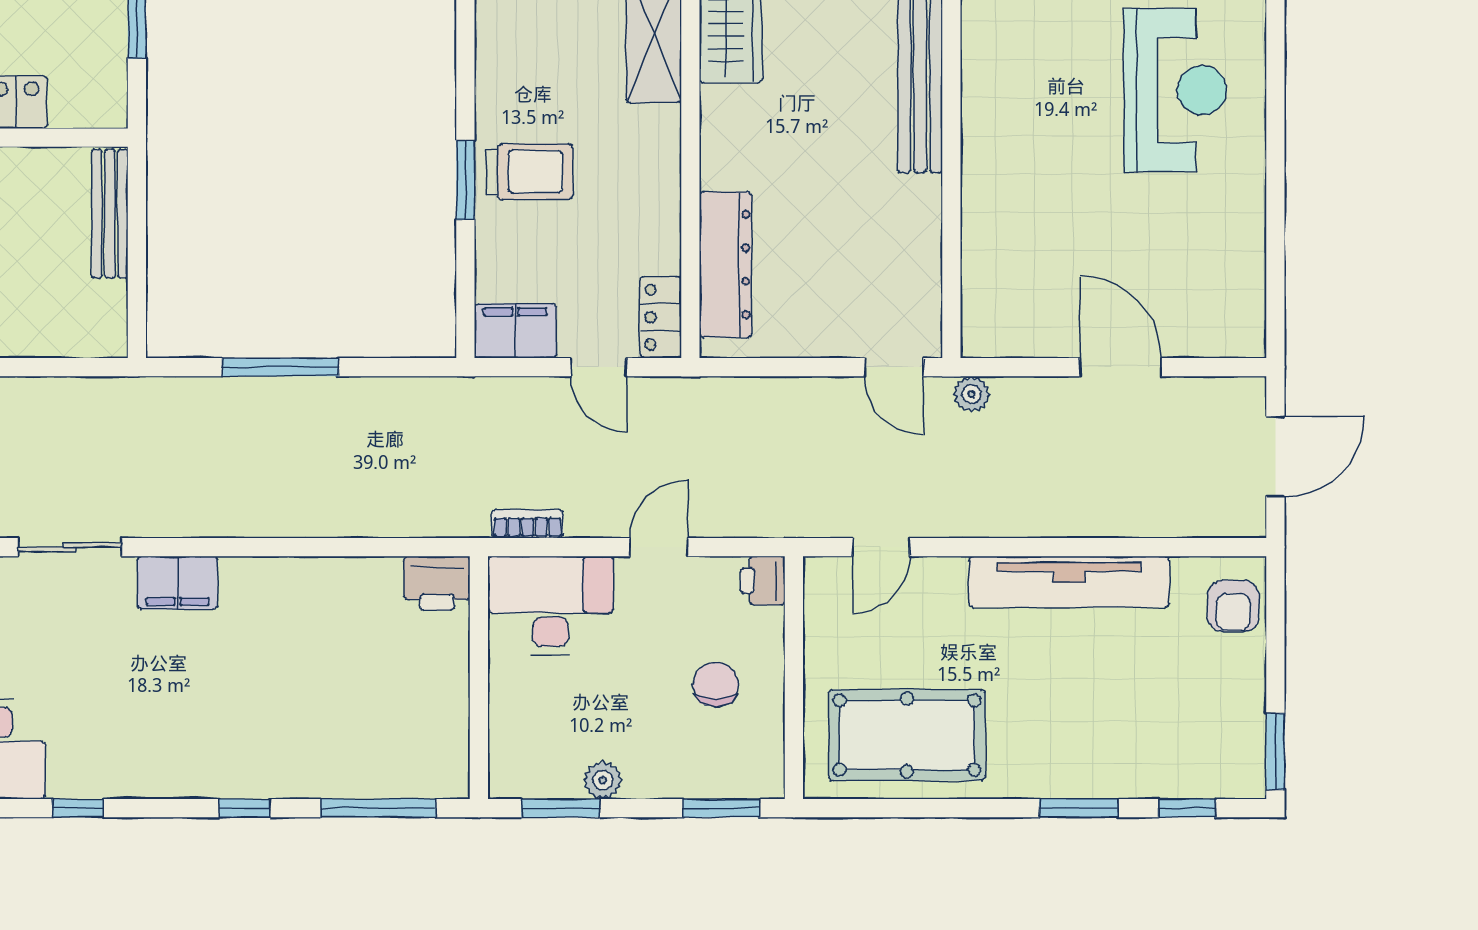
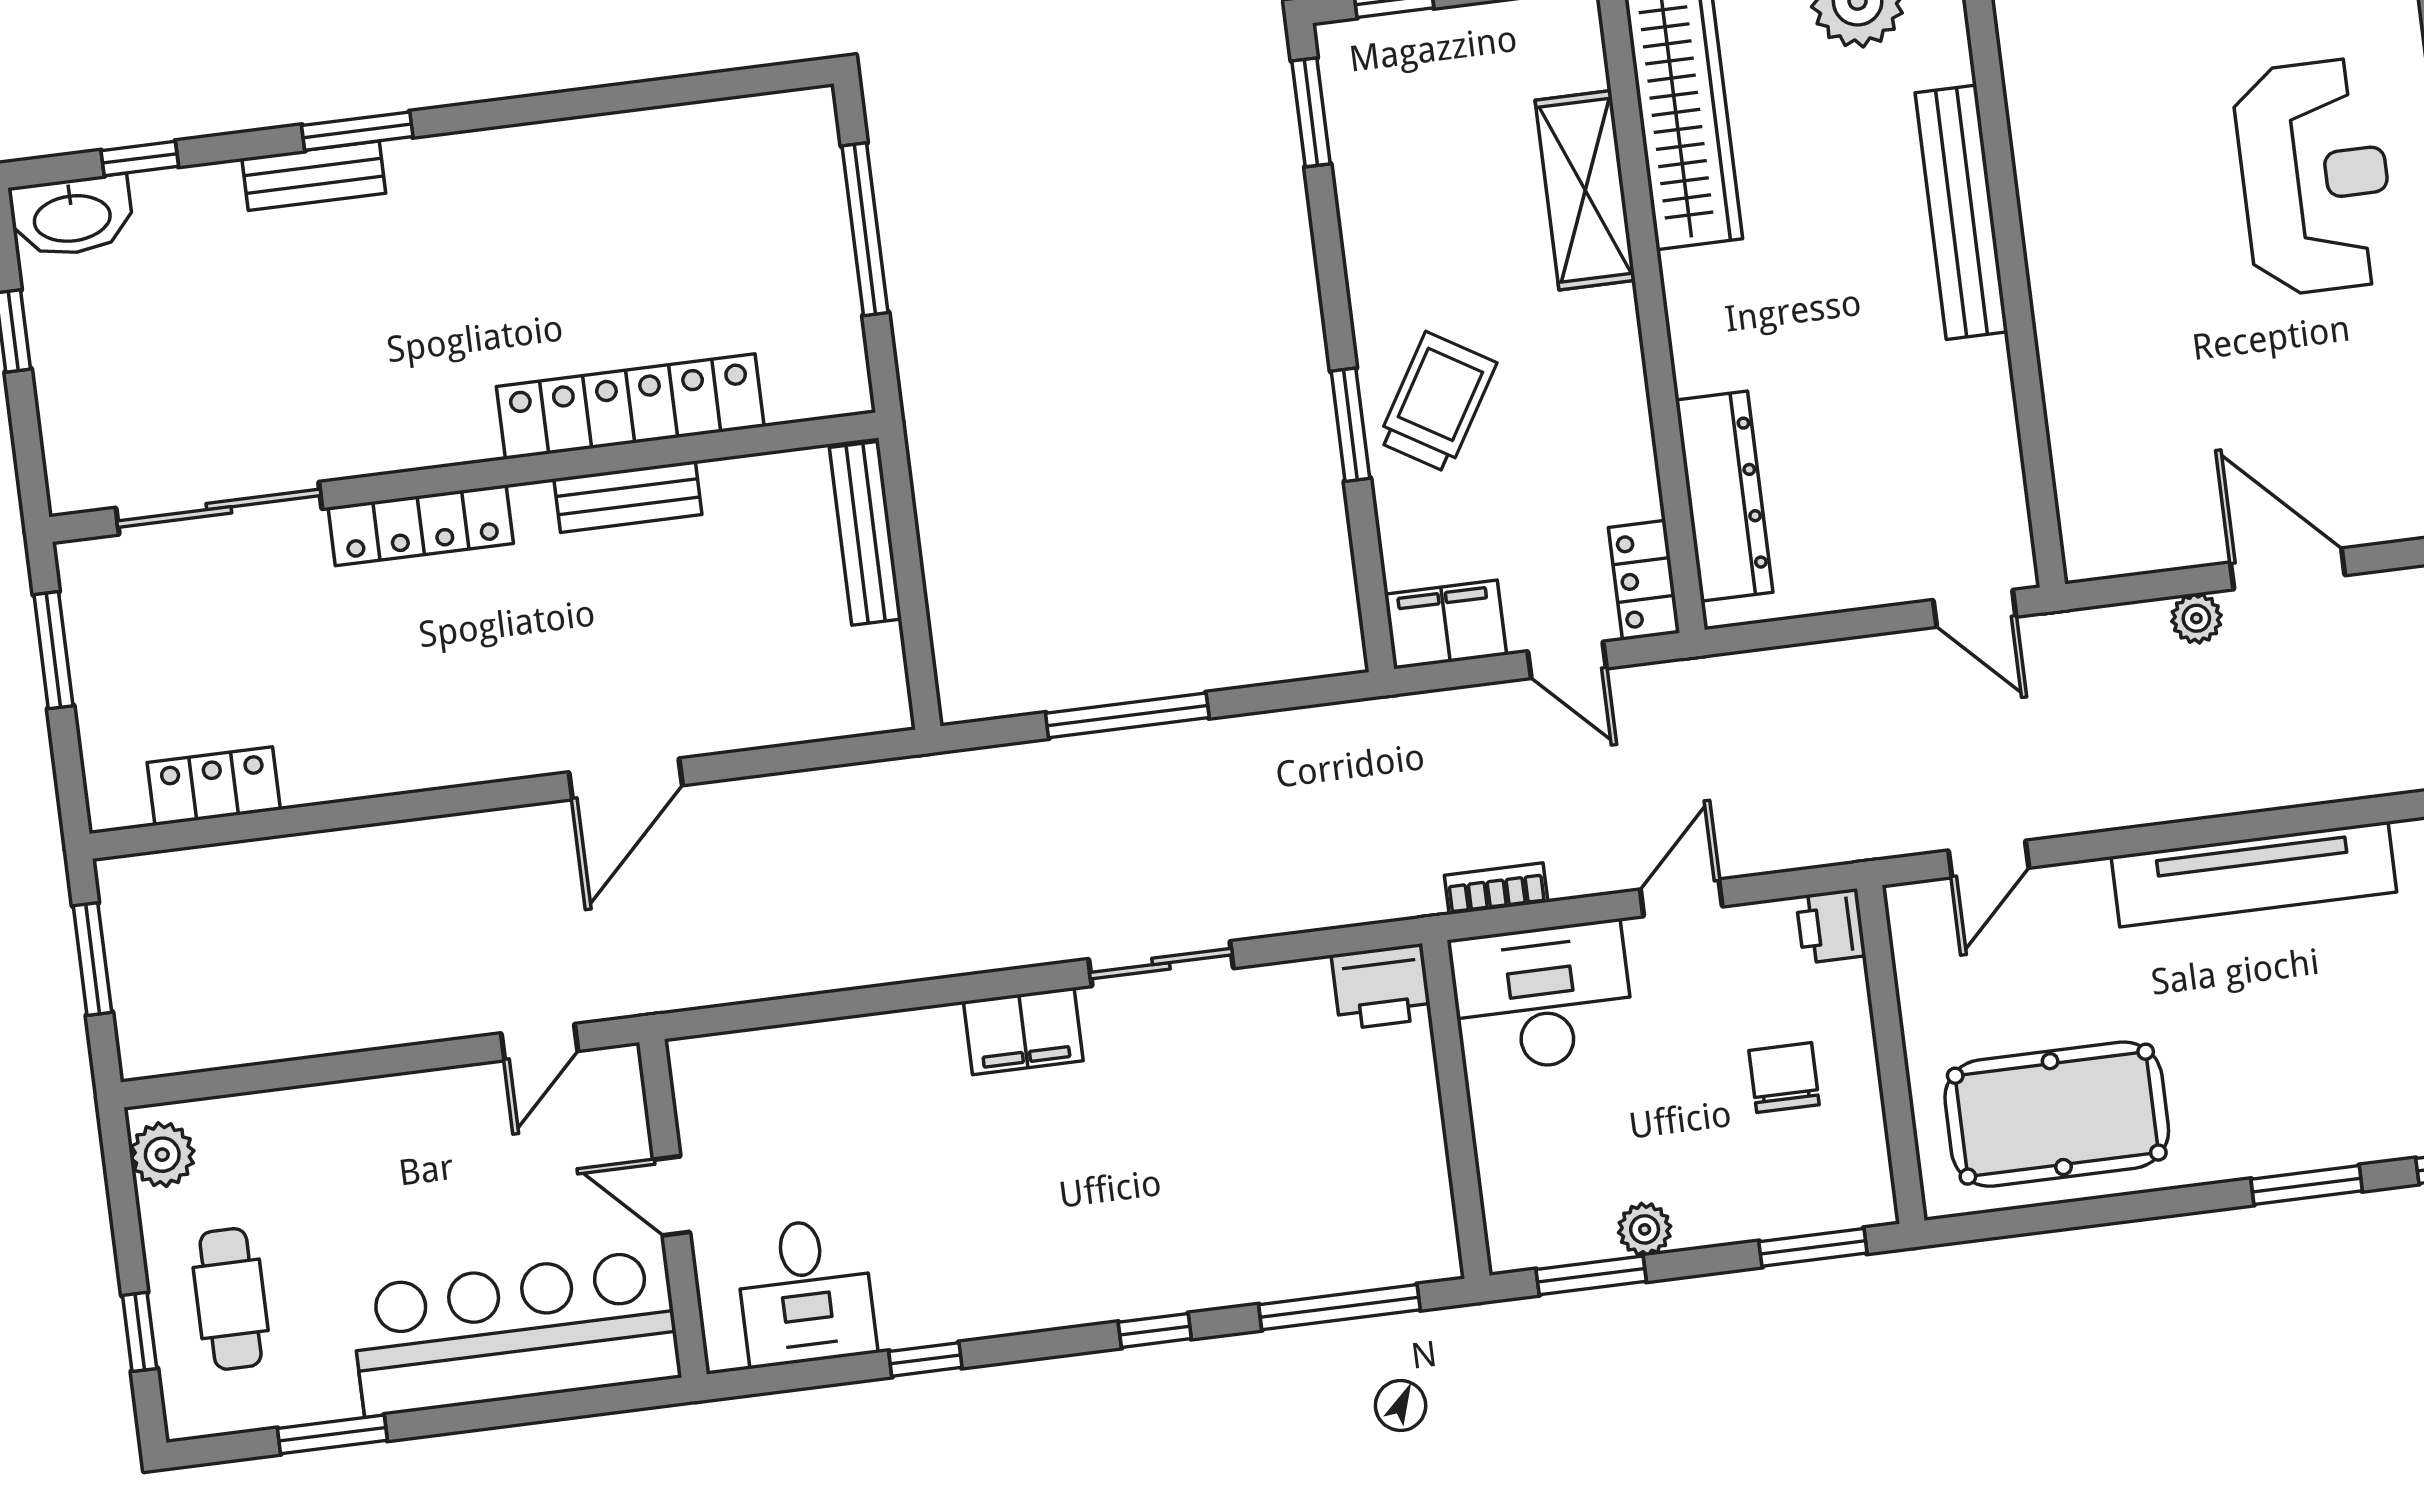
trolley: (529, 172) -> (1437, 402), turned -59
plant: (971, 394) -> (2196, 618), moved
sliding door: (70, 547) -> (1161, 964), moved

